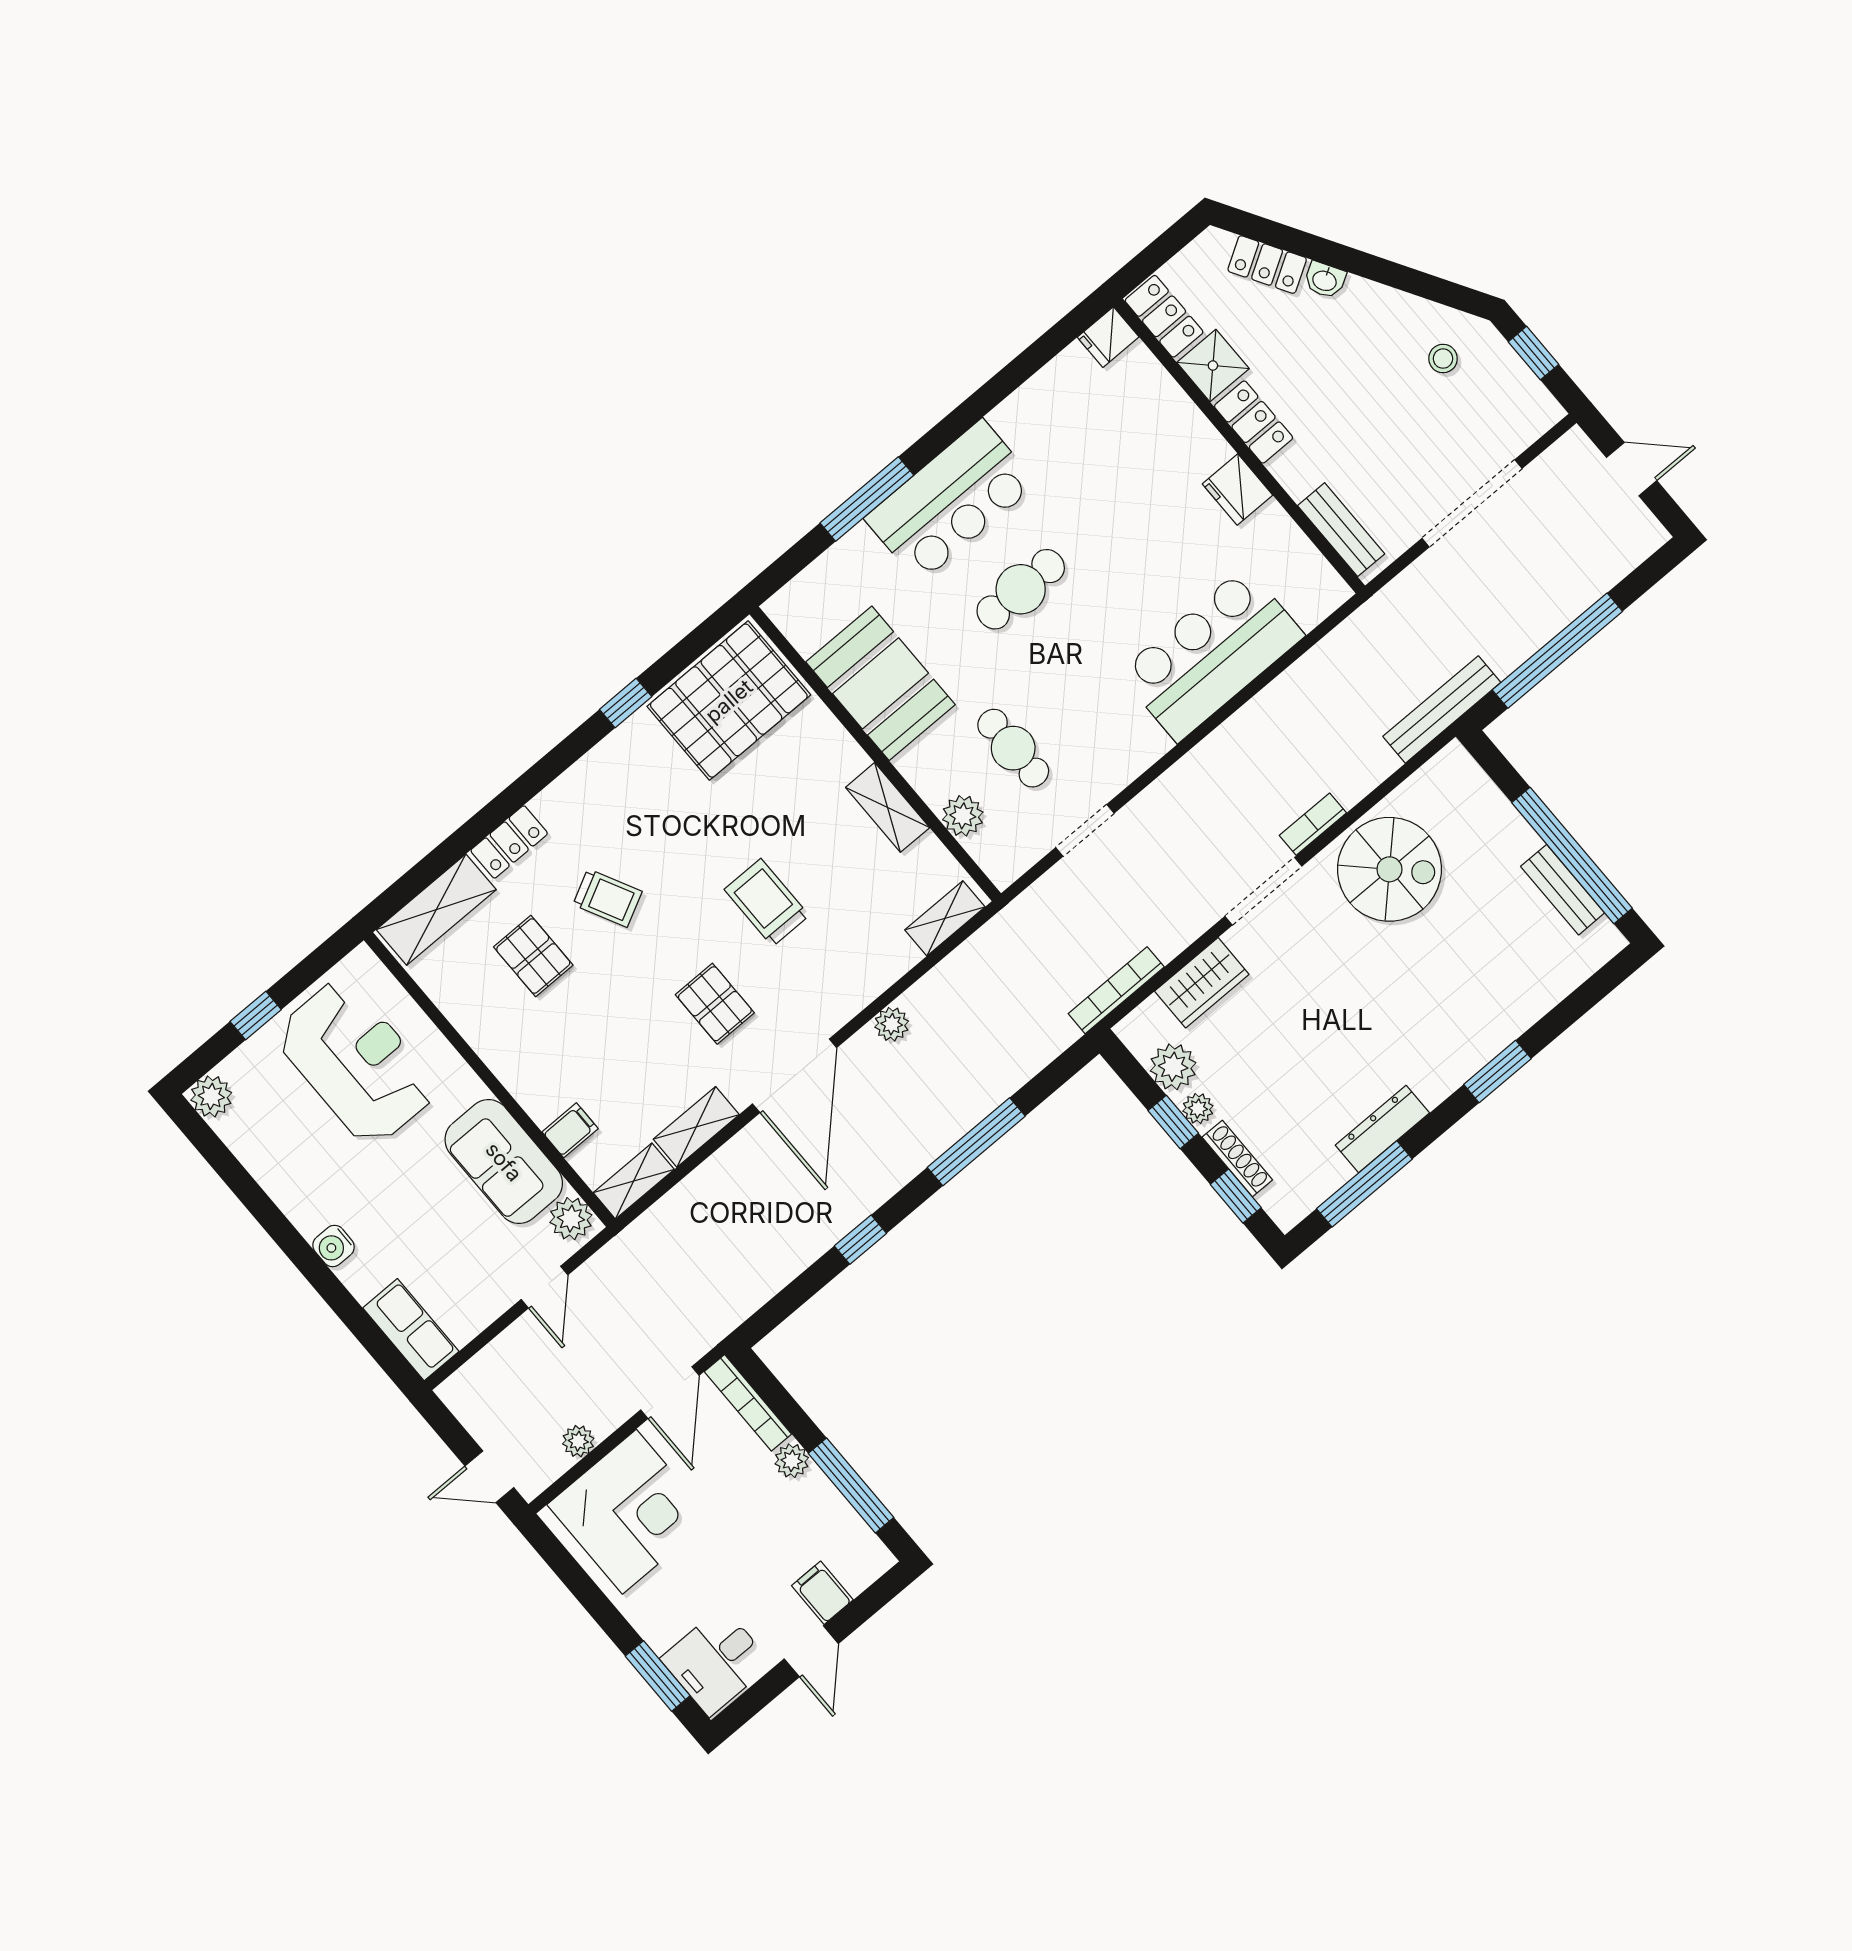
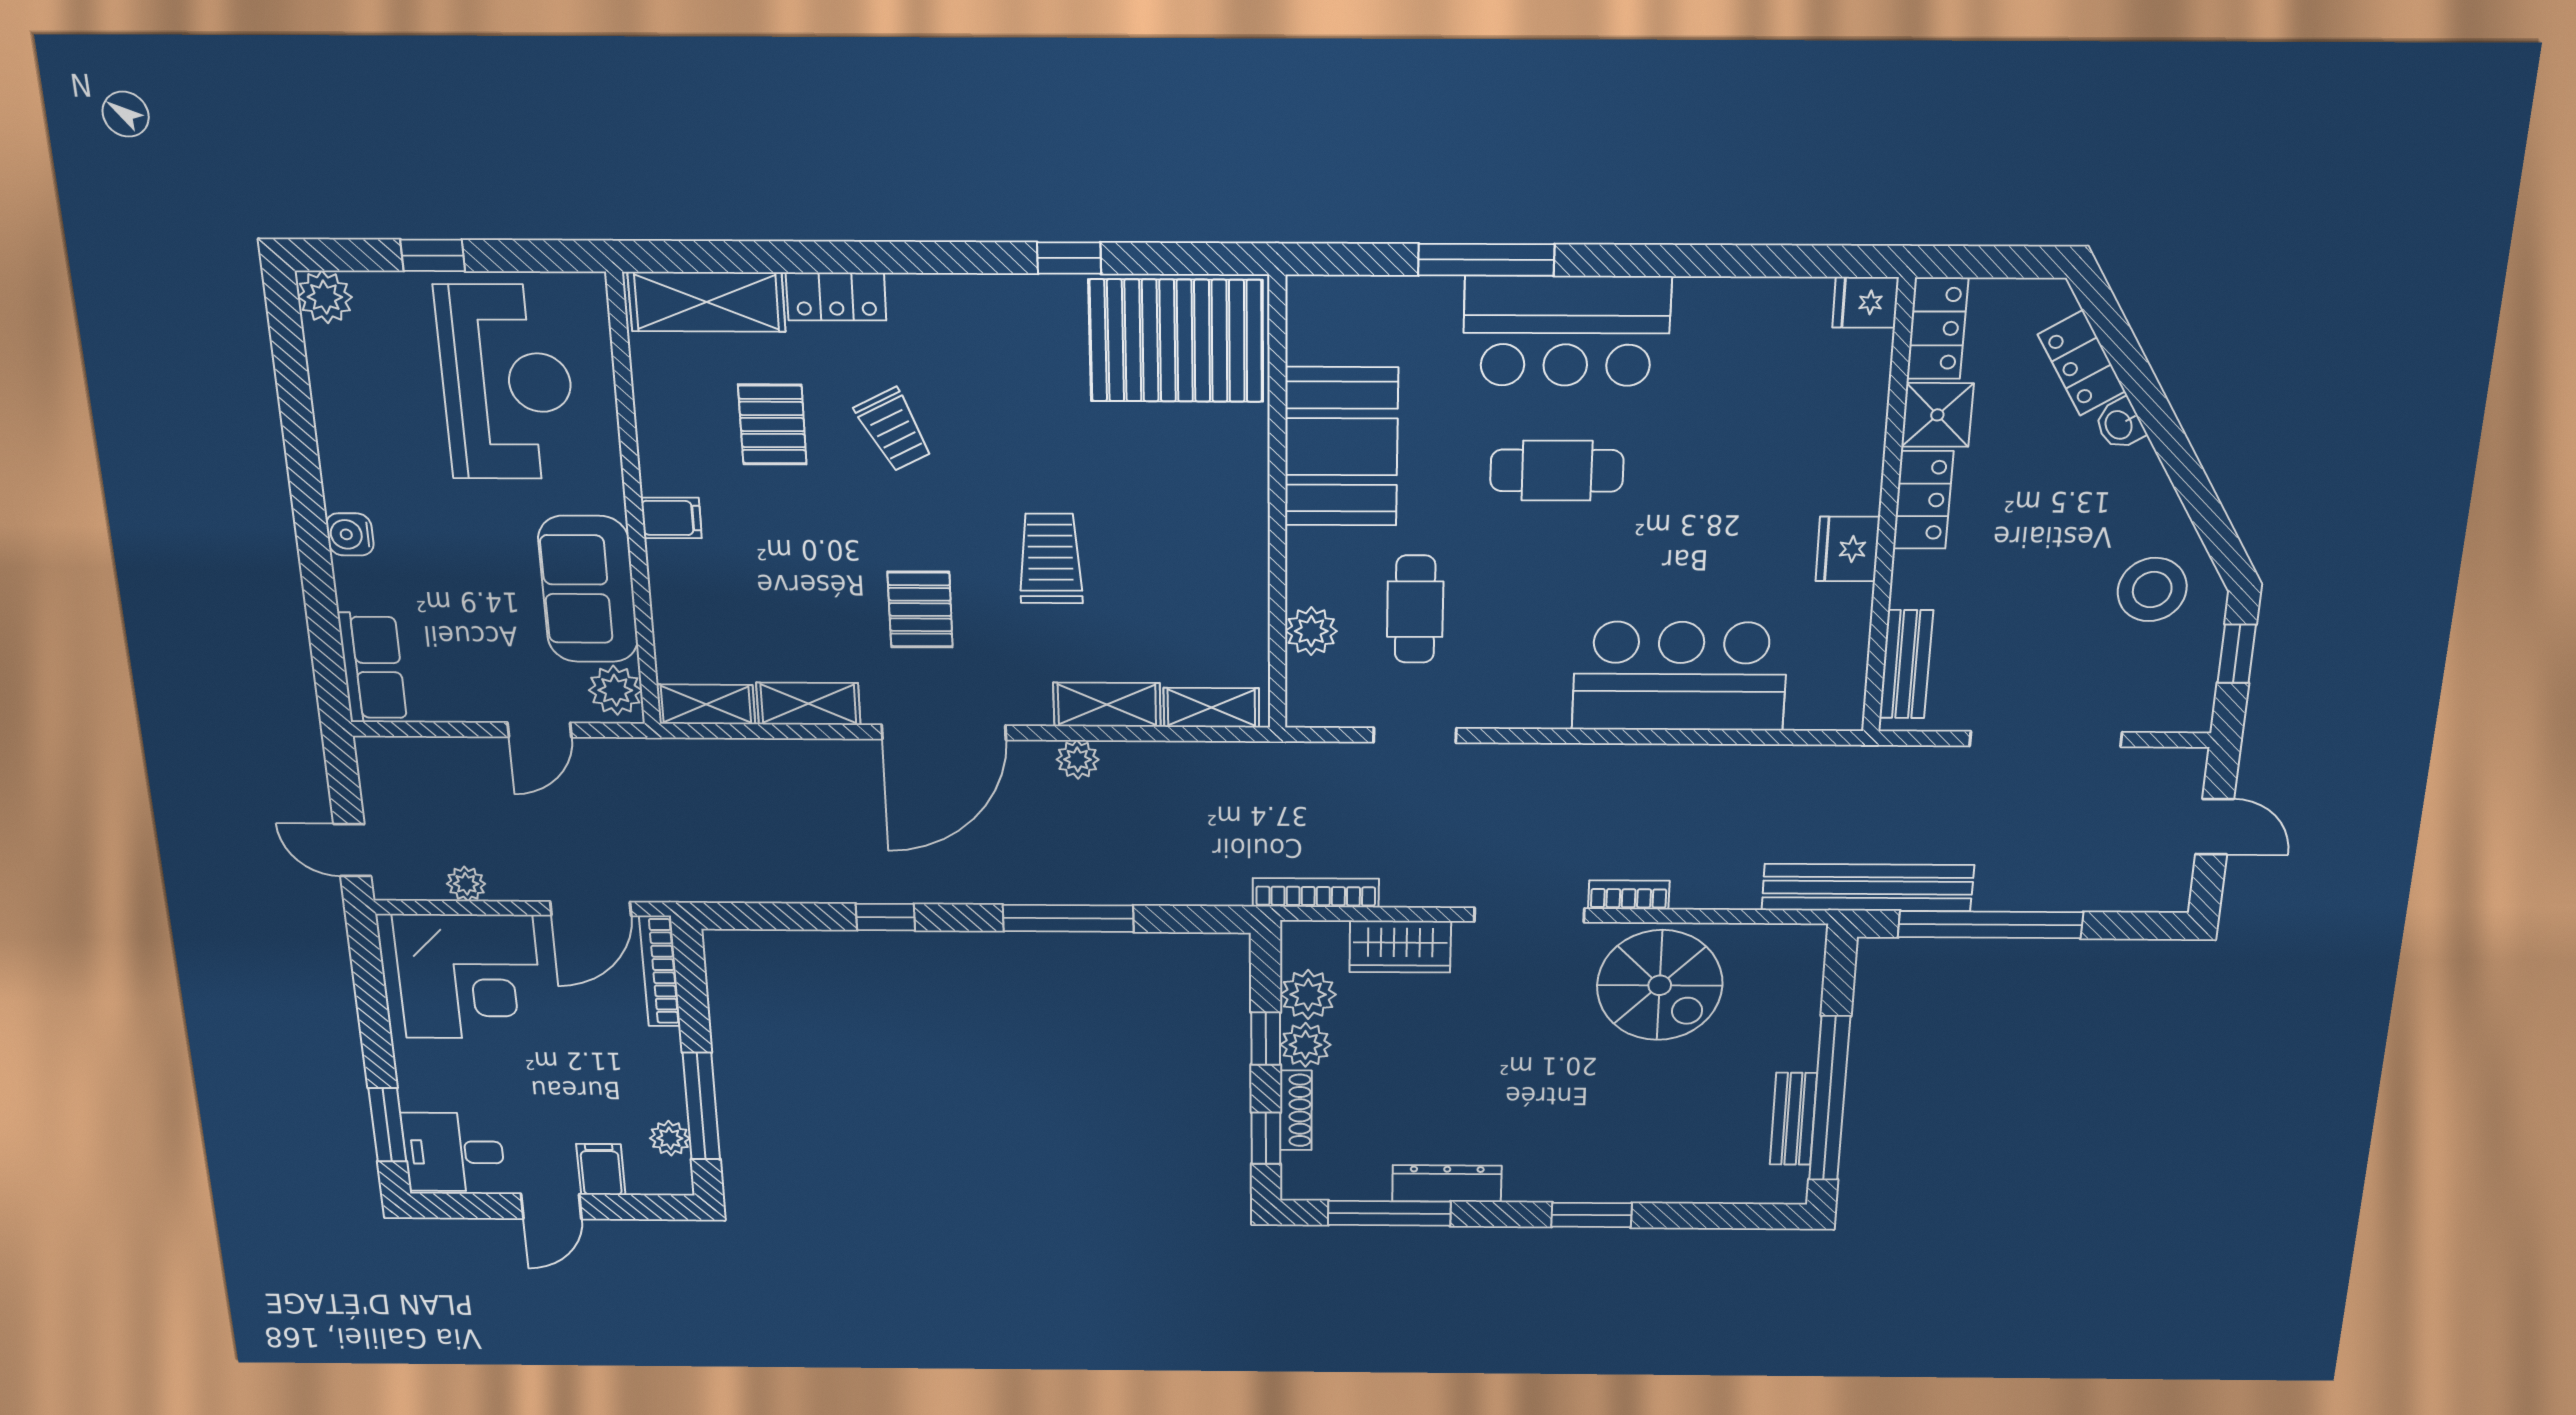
stool: (1443, 359) -> (2152, 590), width x1.89, depth x1.89
bench: (1442, 709) -> (1868, 888), width x1.37, depth x1.21
shelving: (888, 807) -> (1107, 705), moved, turned 90
plant: (1198, 1109) -> (1305, 1045), width x1.38, depth x1.38
filing cabinet: (570, 1130) -> (671, 518), moved
plant: (792, 1461) -> (670, 1138), moved

